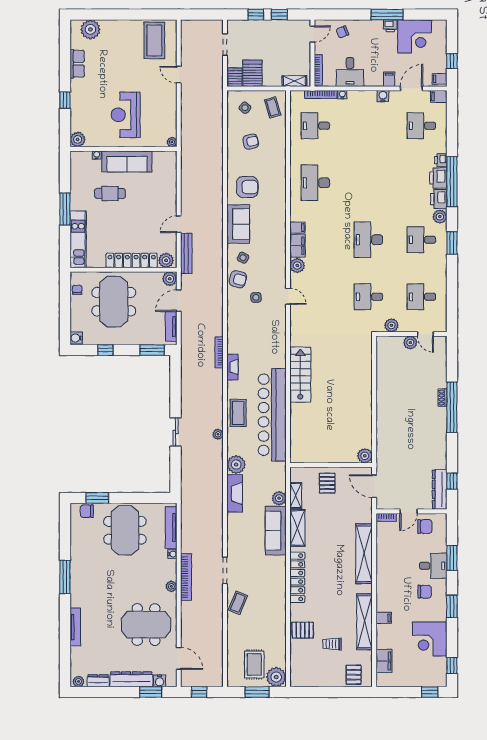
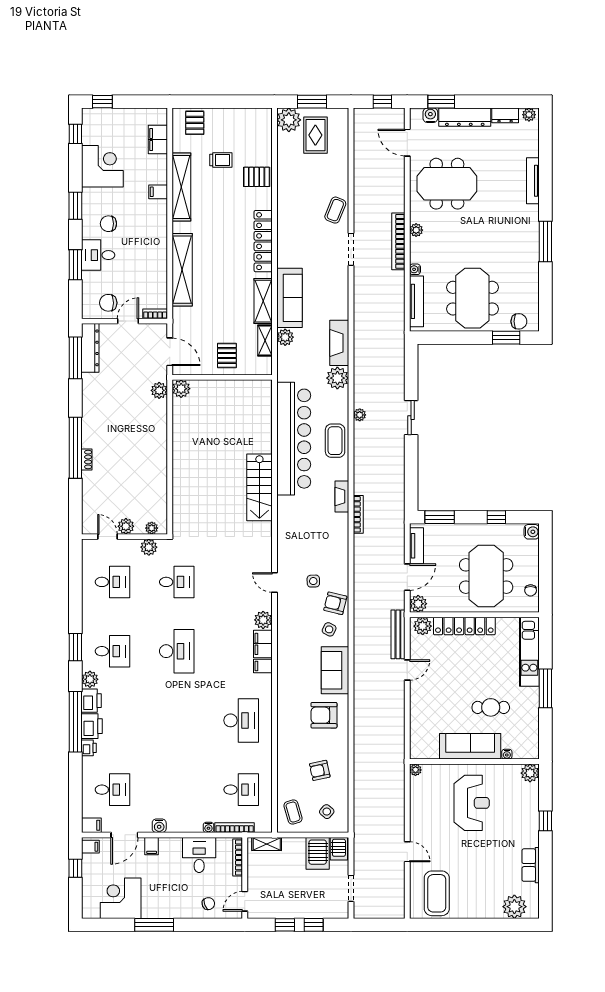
printer: (390, 26) -> (150, 911), removed
plant: (389, 341) -> (152, 528), added
plant: (383, 454) -> (159, 390), added
window: (452, 481) -> (75, 358), width x2.17

